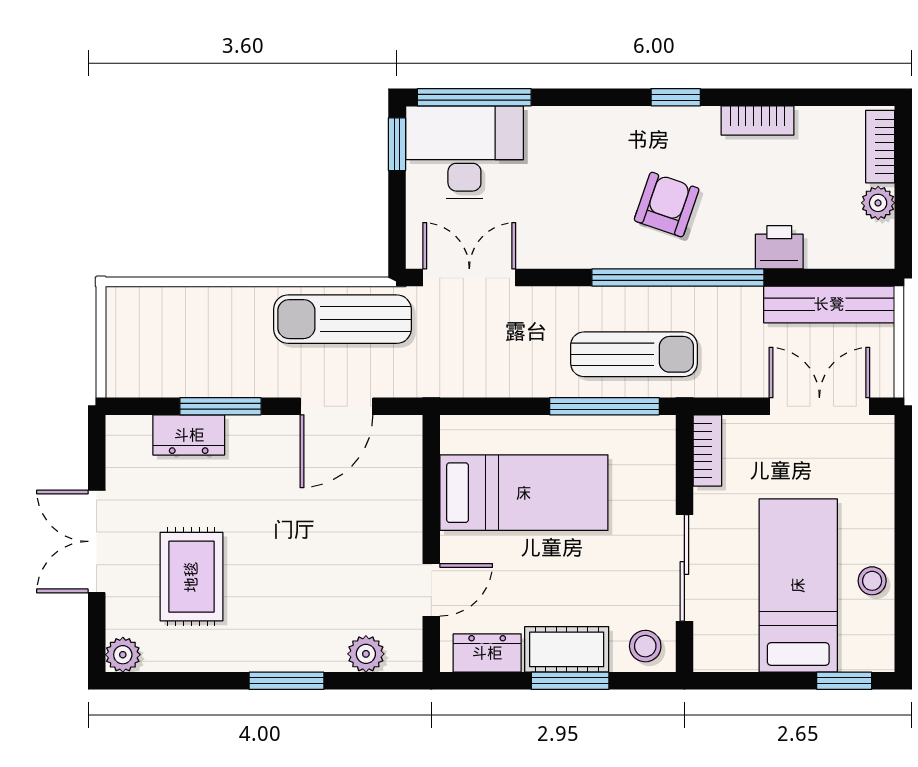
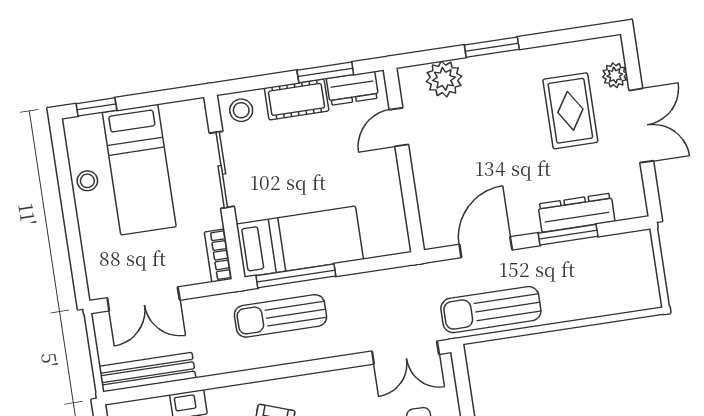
window: (678, 278) -> (258, 375), removed
sun lounger: (342, 319) -> (491, 310), turned 180
dresser: (189, 435) -> (576, 213), width x1.44
bed: (524, 493) -> (300, 242), moved, turned 180
plant: (366, 654) -> (444, 79), width x1.38, depth x1.38
plant: (123, 655) -> (615, 75), moved
window: (570, 681) -> (325, 72), moved

